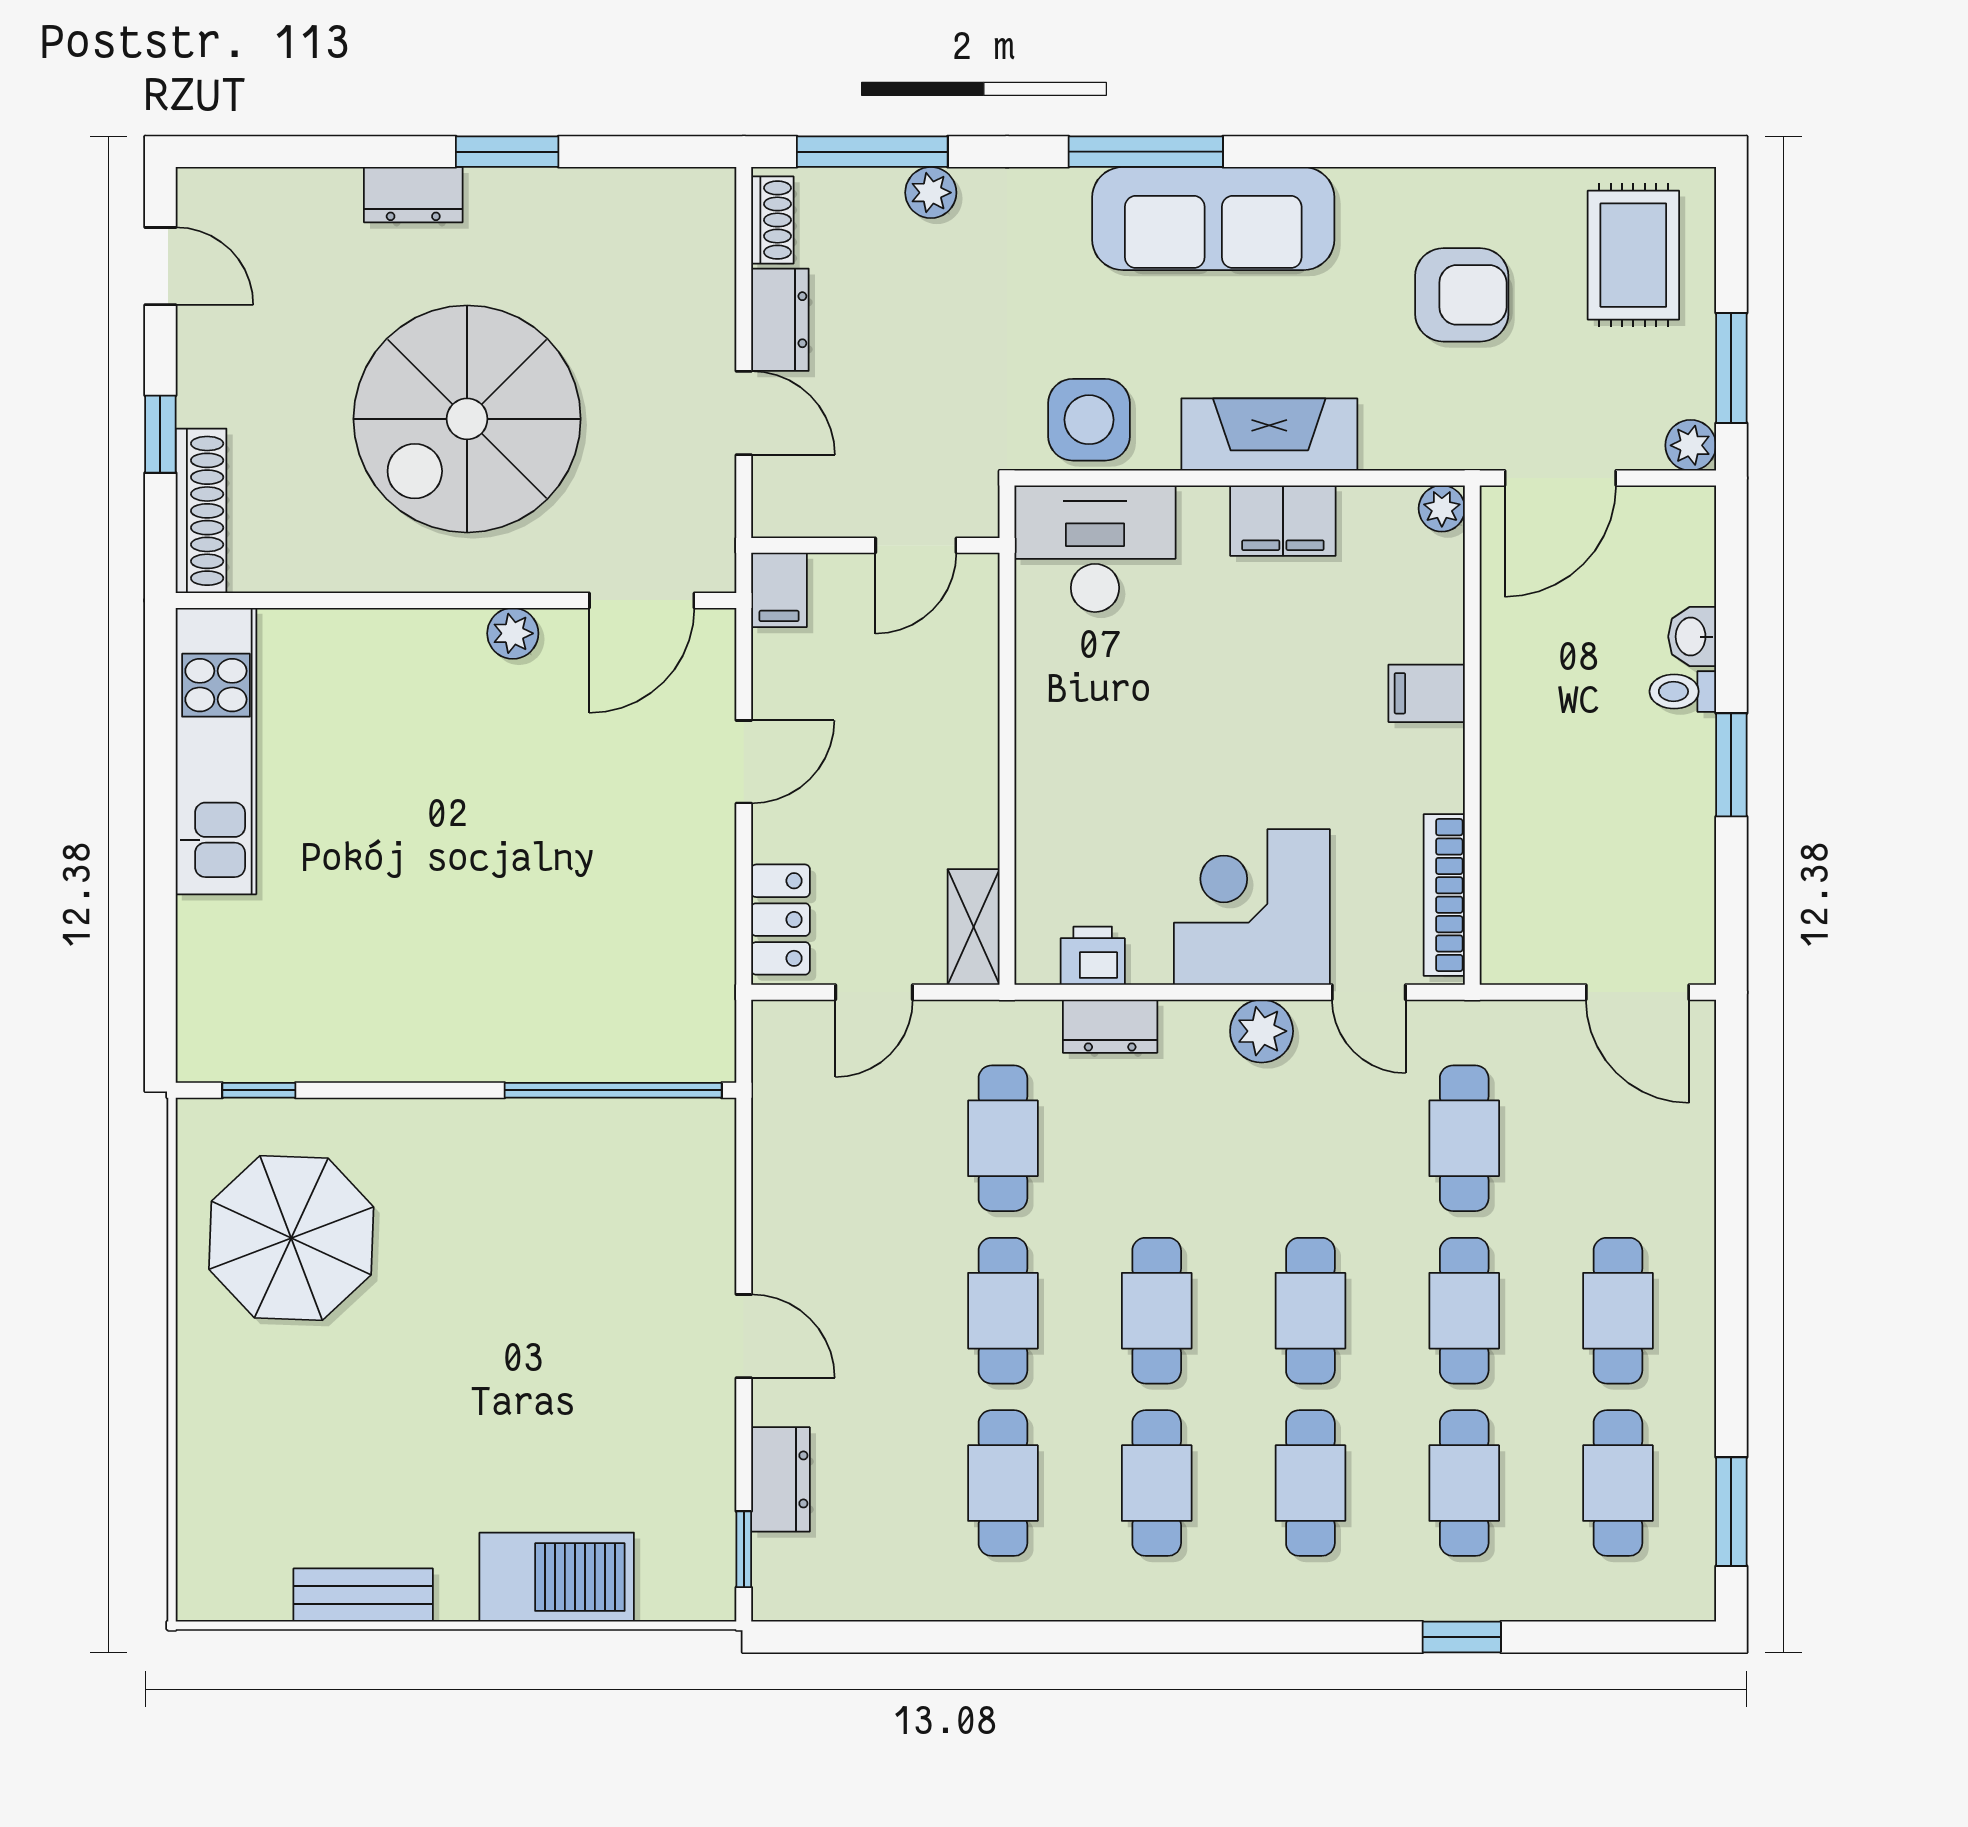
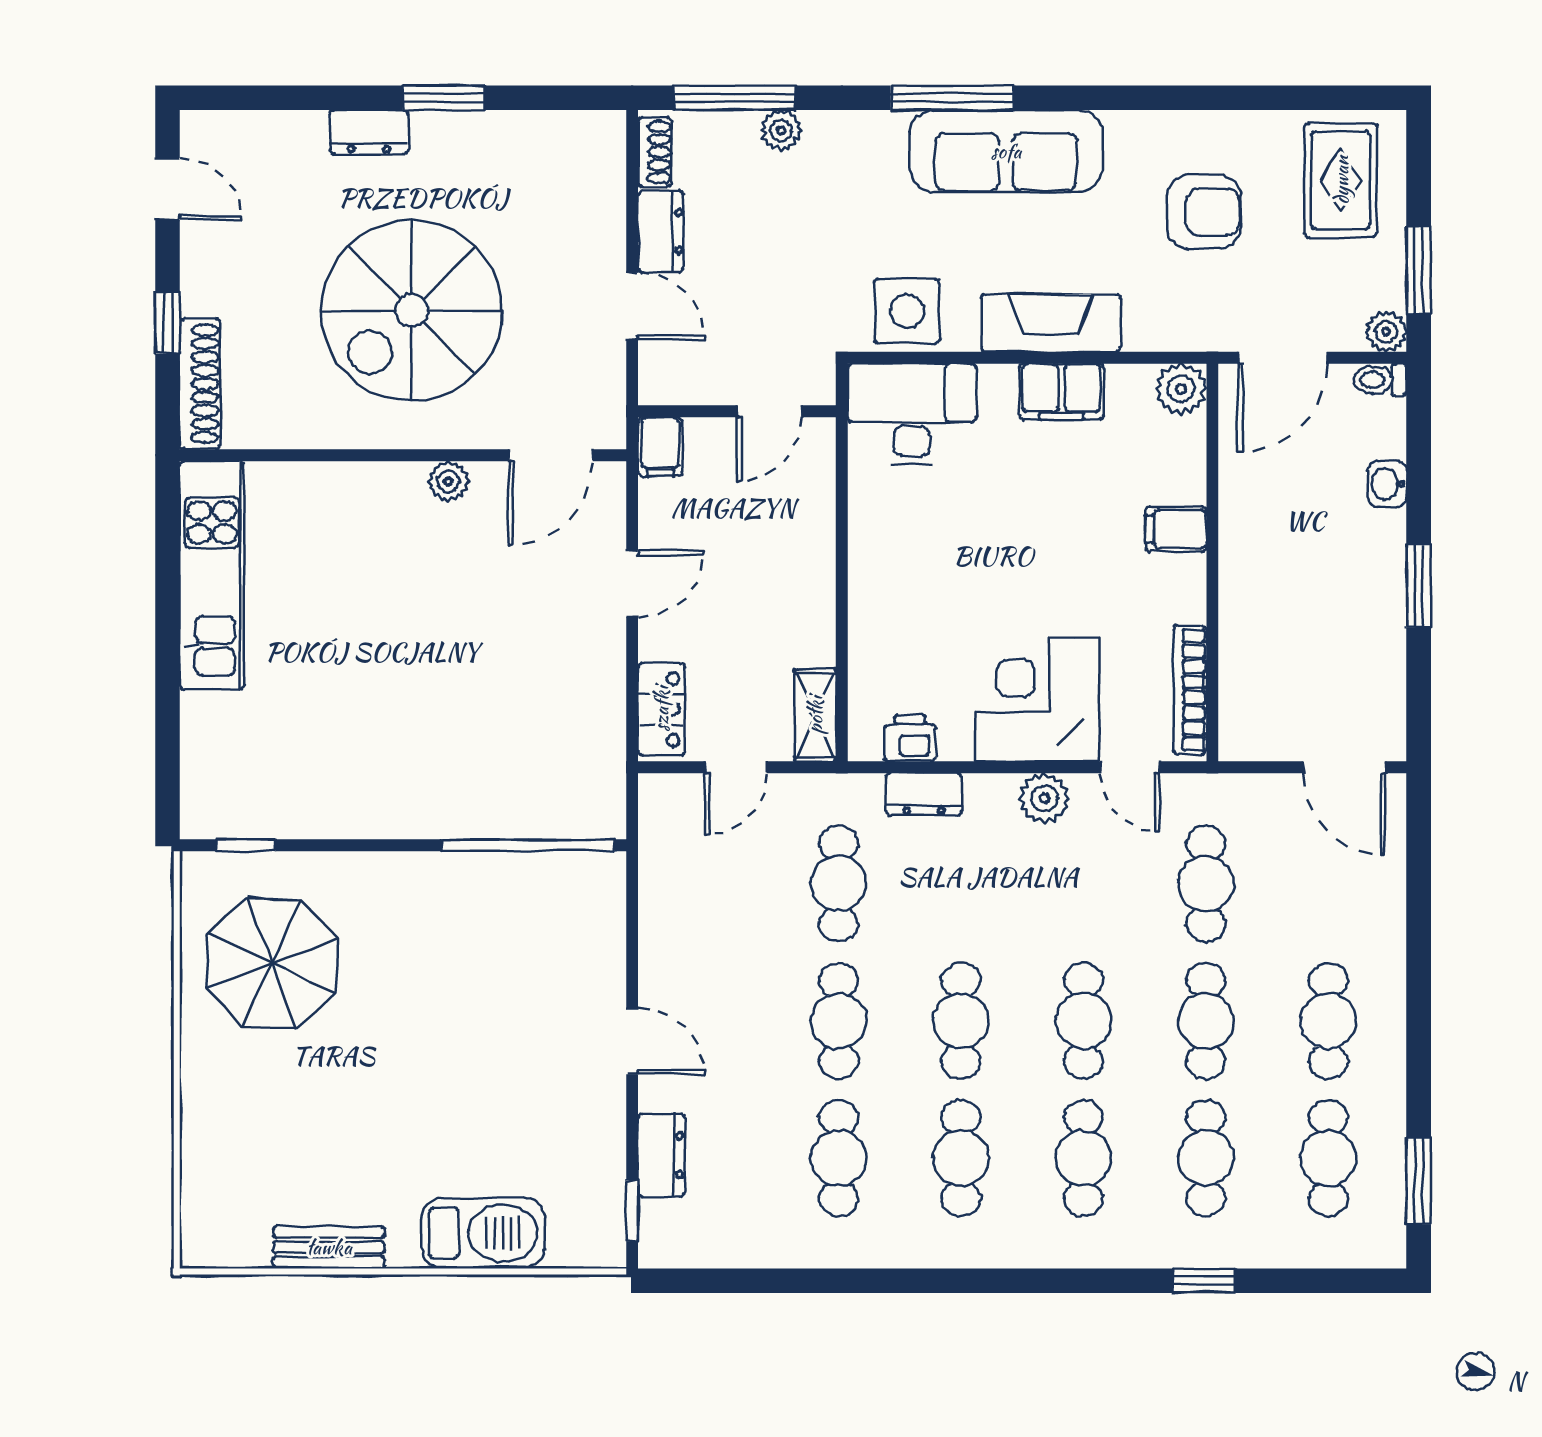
plant: (1442, 509) -> (1181, 389), width x1.38, depth x1.38
toilet: (1683, 691) -> (1380, 380), moved

